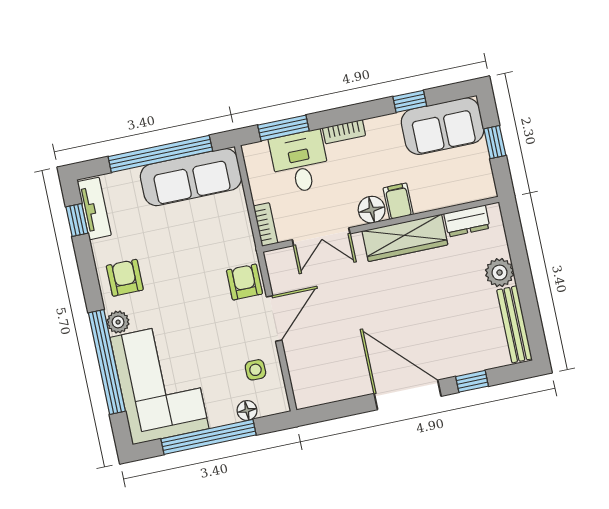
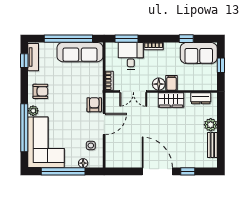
wardrobe: (405, 238) -> (171, 100), width x0.67
armchair: (125, 278) -> (40, 91), turned 90
bench: (514, 324) -> (212, 145), width x0.73

